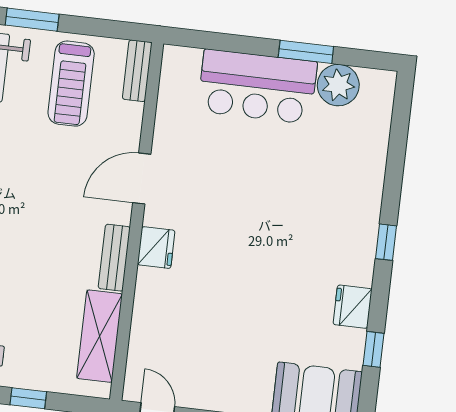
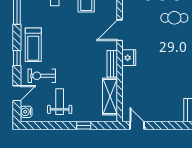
cafe table: (277, 164) -> (174, 18), added

